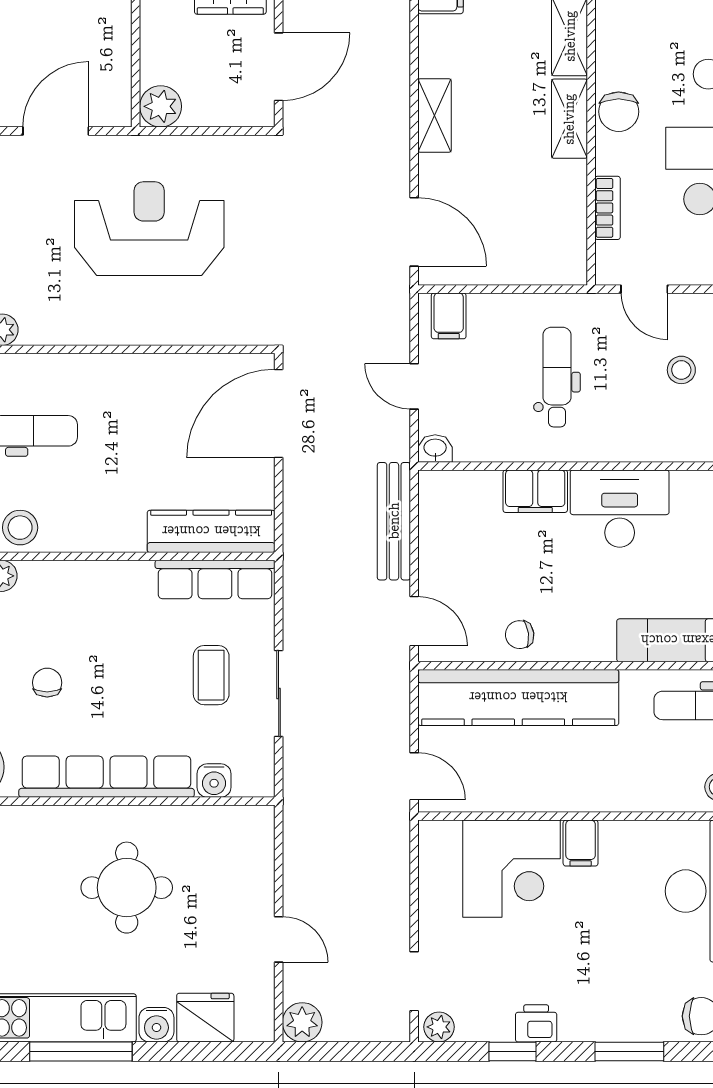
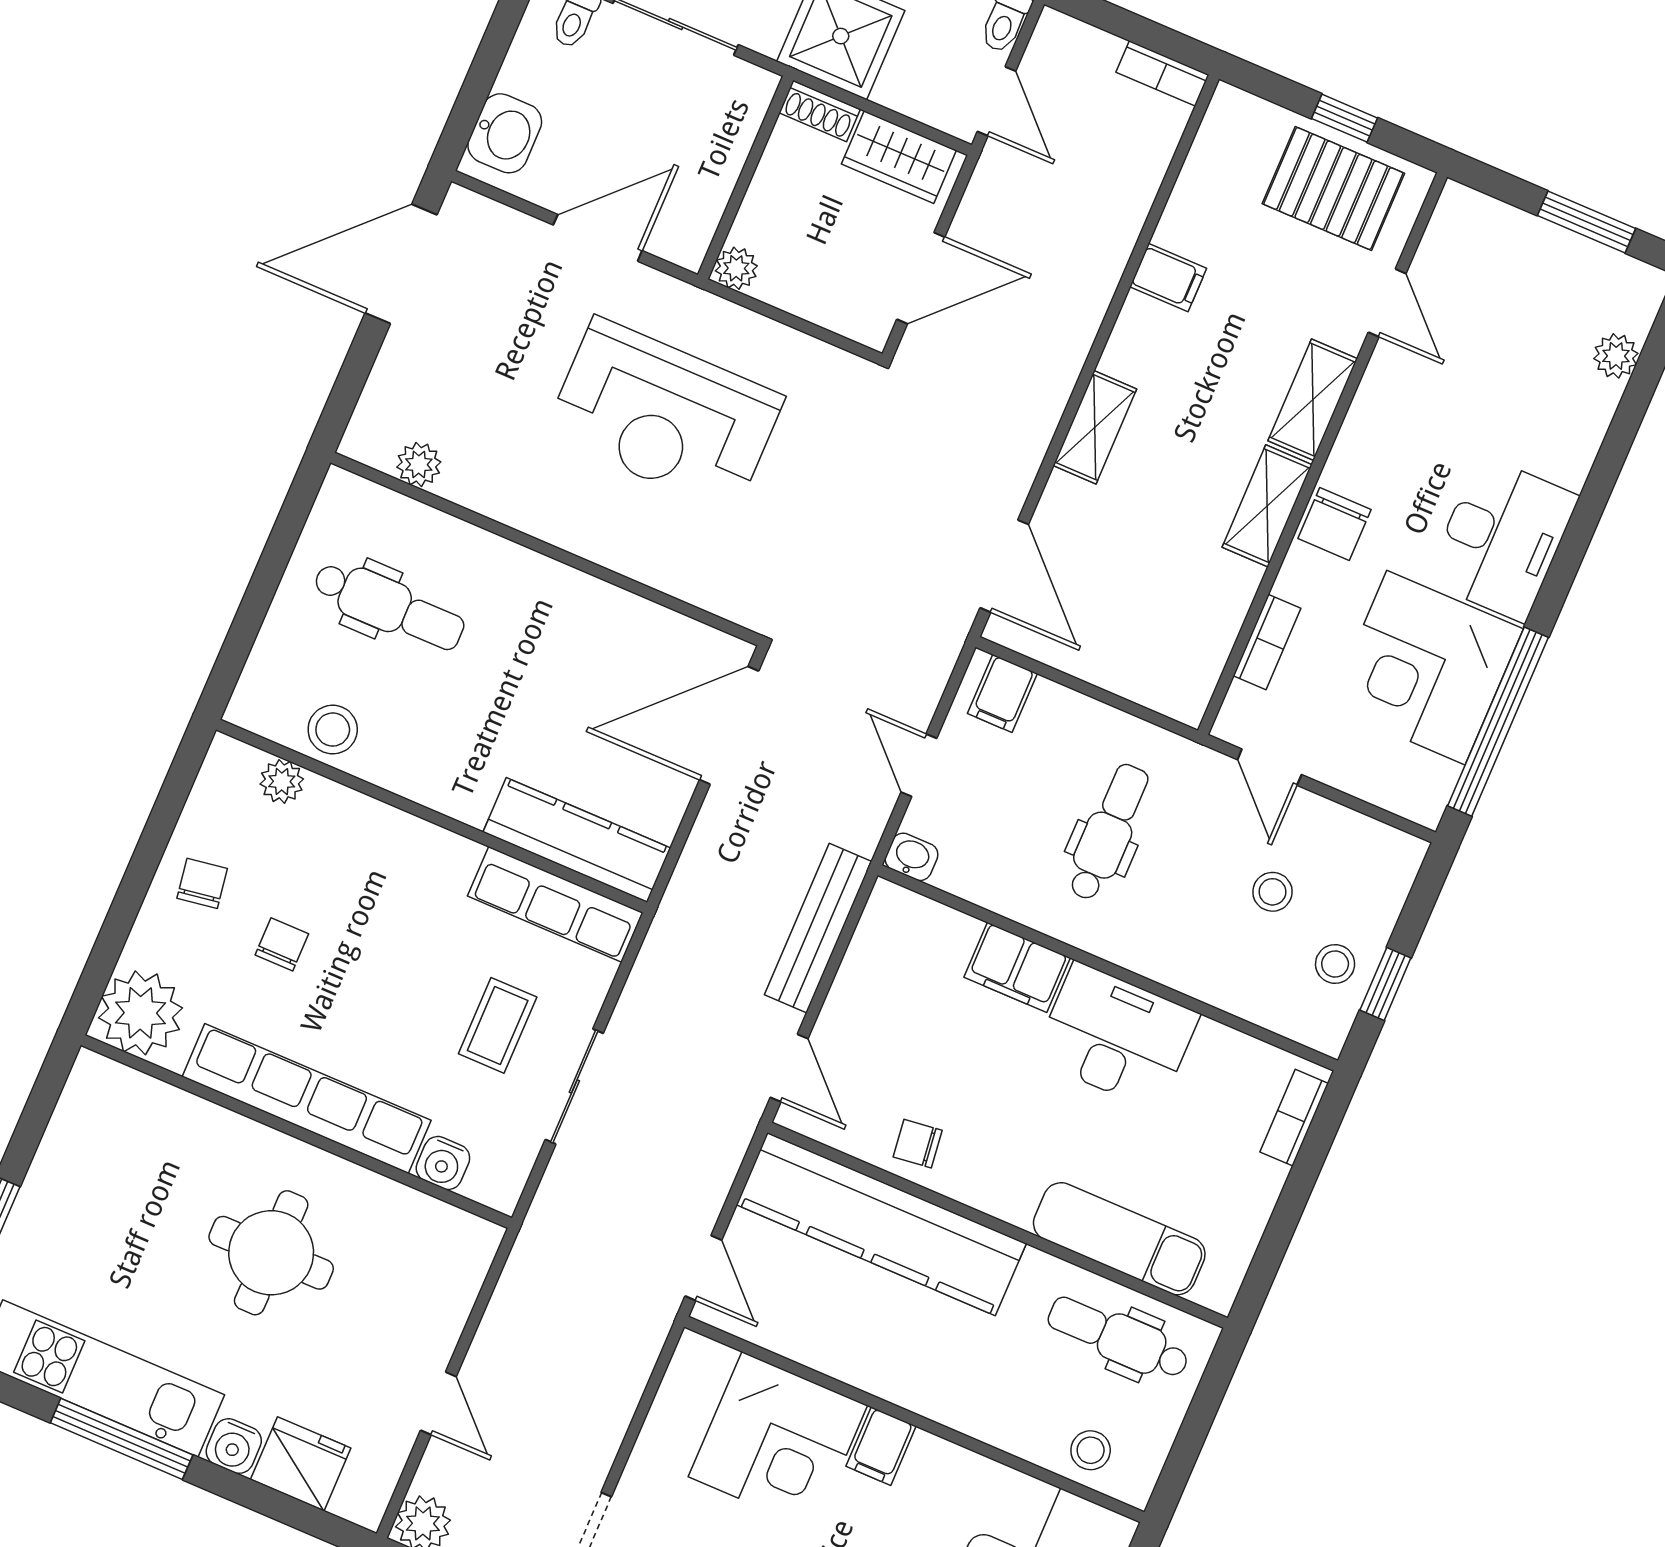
plant: (161, 106) -> (736, 268), width x0.73, depth x0.73
reception desk: (149, 229) -> (664, 415), turned 180

